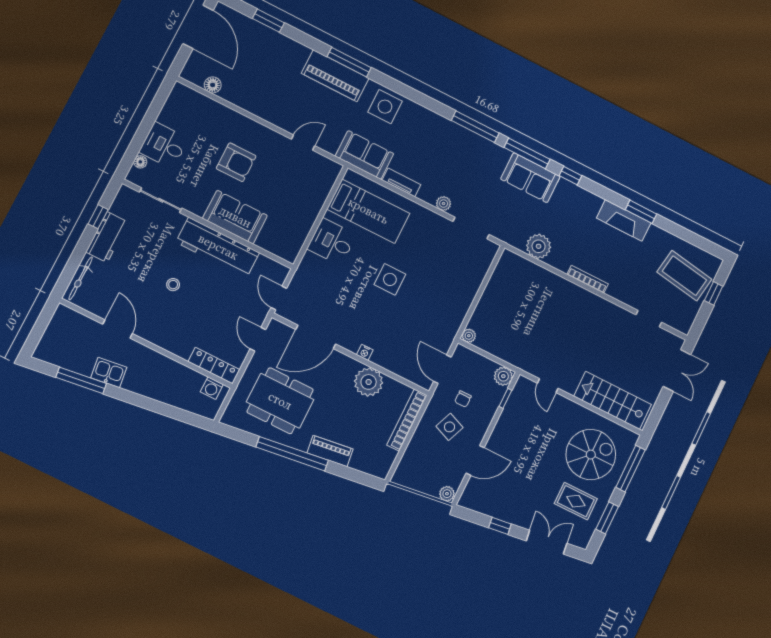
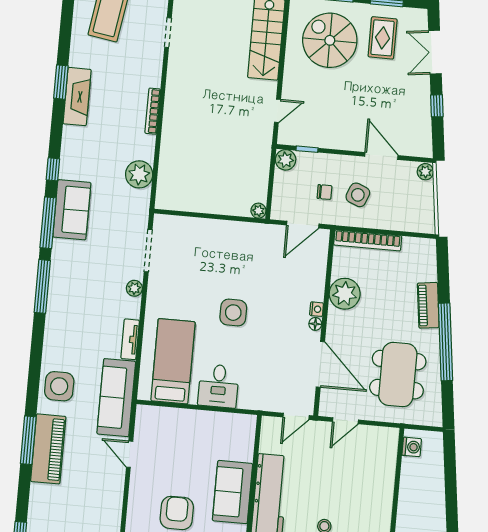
sofa: (364, 155) -> (116, 398), width x1.36
floor lamp: (352, 346) -> (315, 324), added
locker: (214, 365) -> (389, 454), removed

